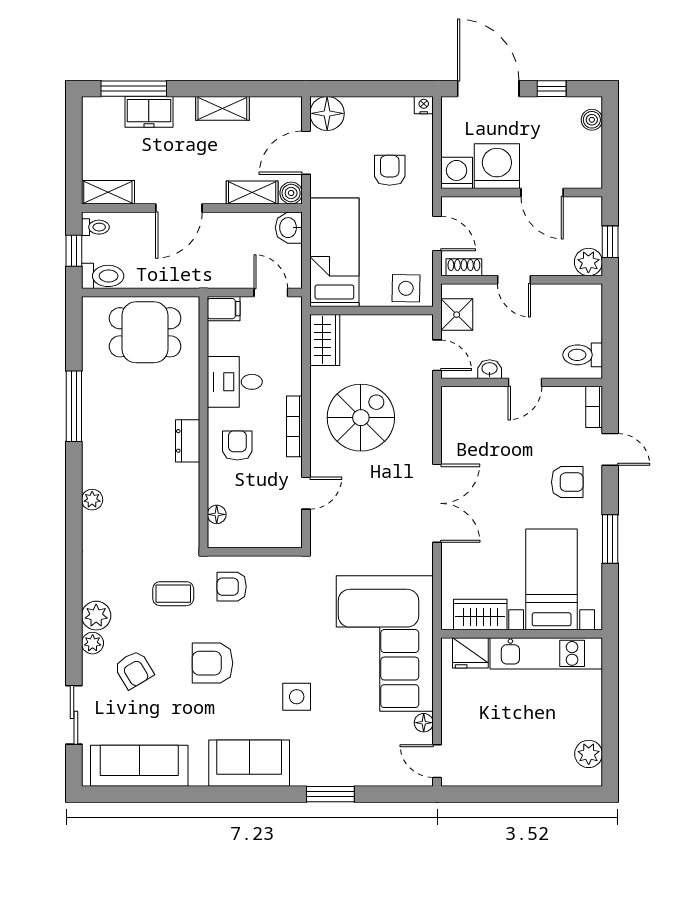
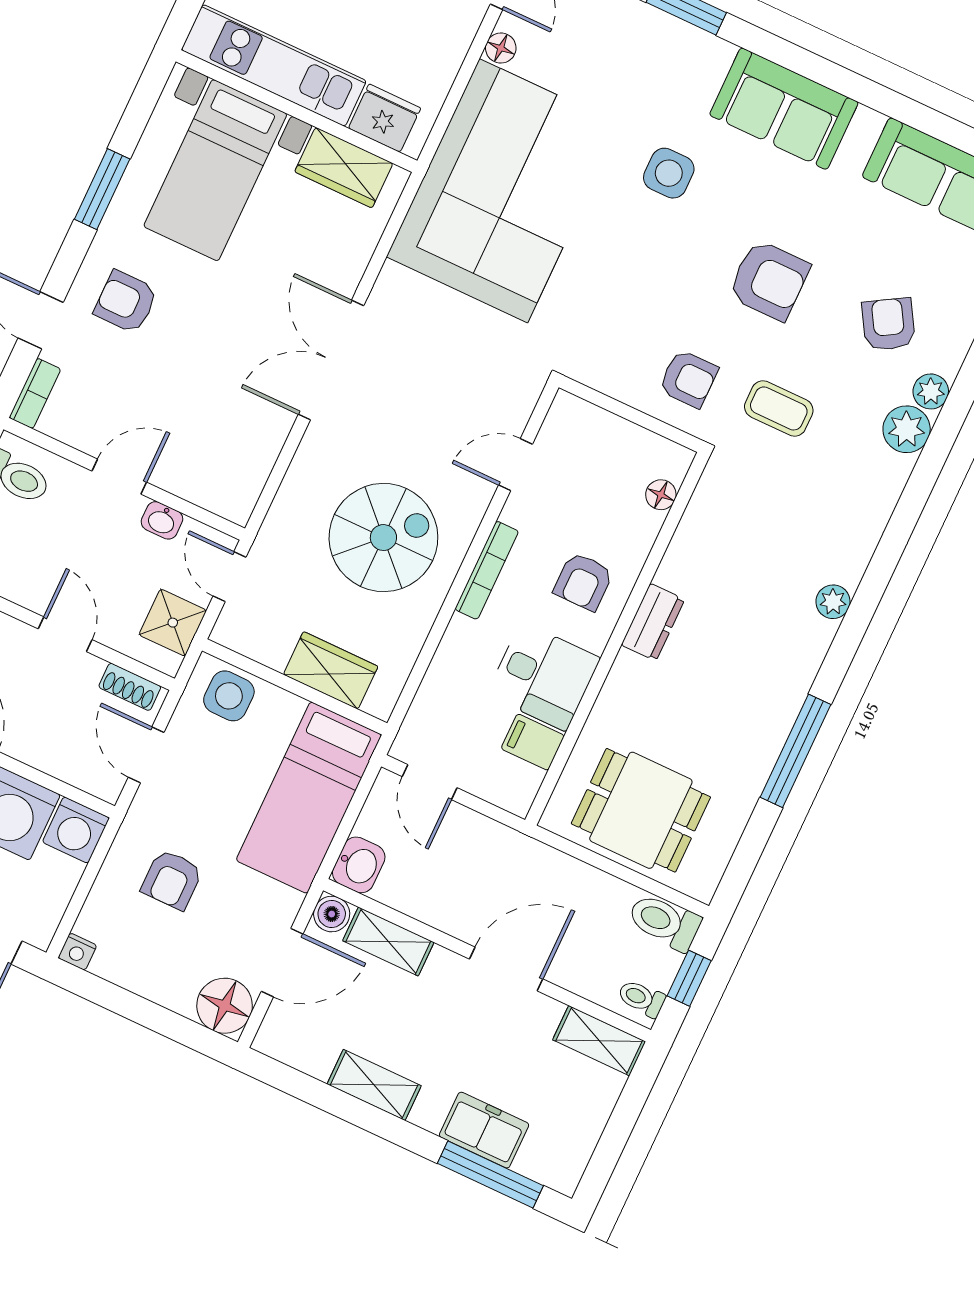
filing cabinet: (224, 309) -> (533, 742), moved
wardrobe: (325, 340) -> (331, 670), moved, turned 90
spiral stairs: (361, 418) -> (383, 538), turned 180

